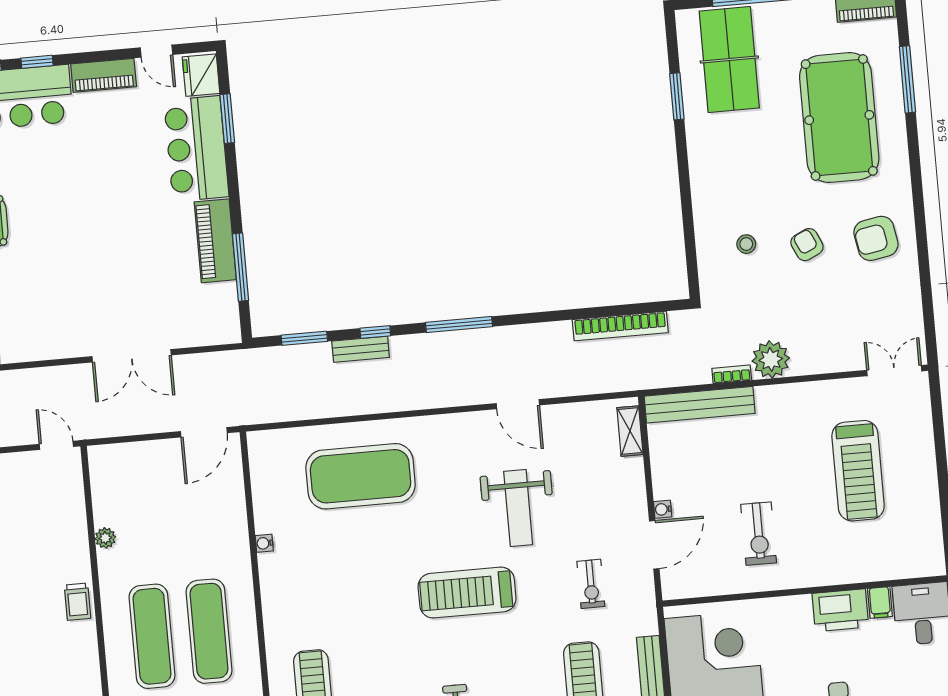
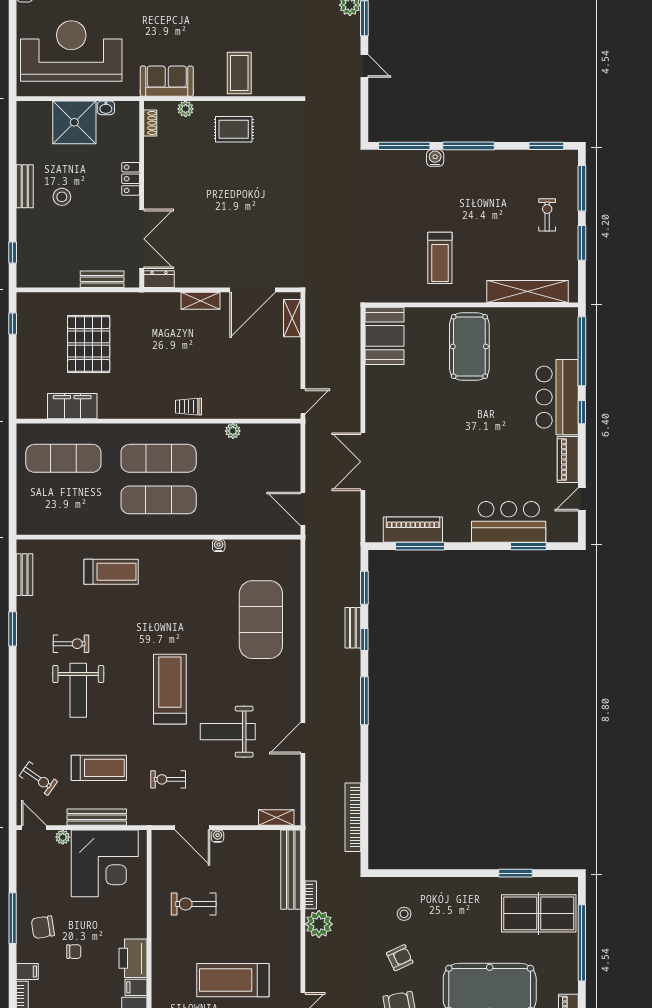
fridge: (201, 75) -> (562, 530), removed
piano: (215, 241) -> (413, 530), moved

